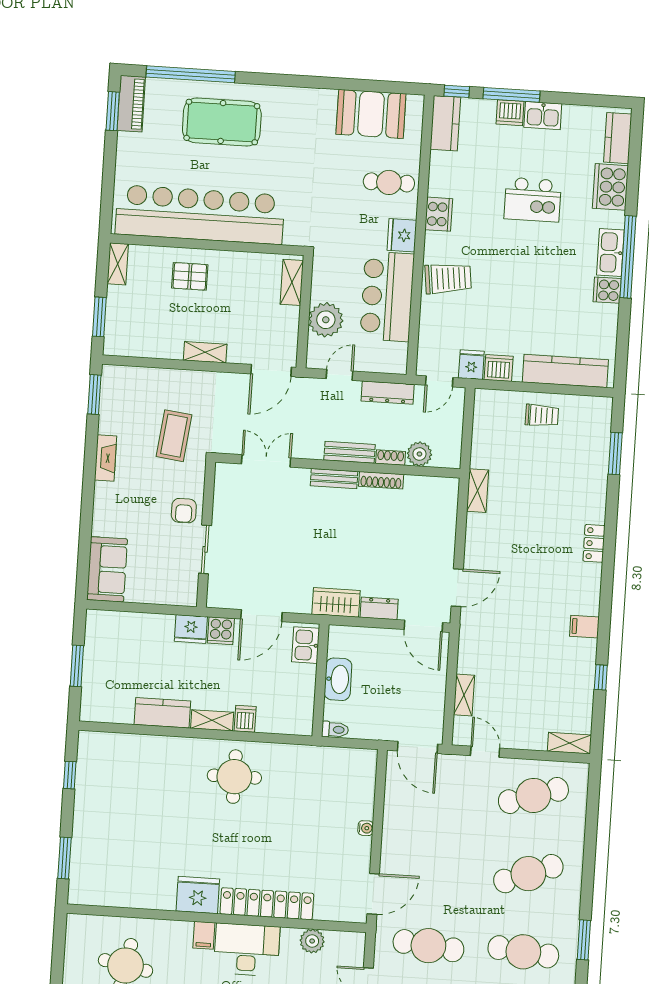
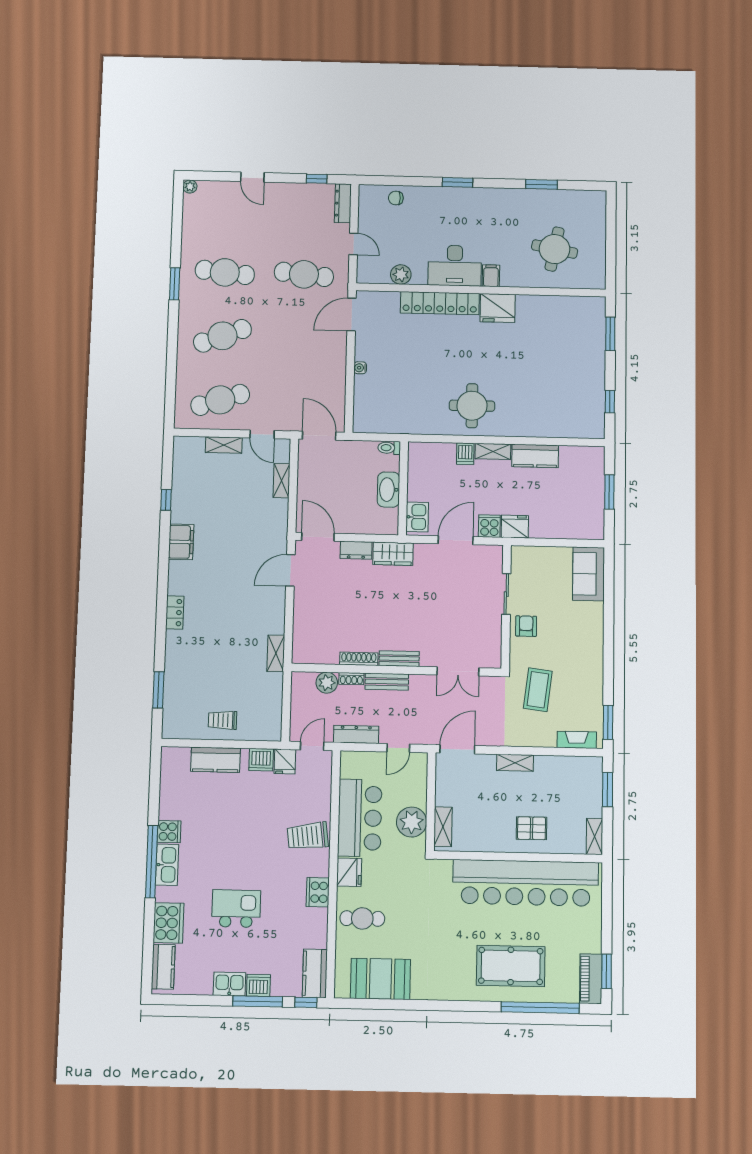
plant: (326, 320) -> (412, 822), moved
kitchen counter: (565, 371) -> (216, 760), width x0.67
fireplace: (106, 458) -> (577, 740), moved, turned 90
filing cabinet: (584, 627) -> (181, 542), width x2.00
shelving: (569, 743) -> (224, 445), moved

